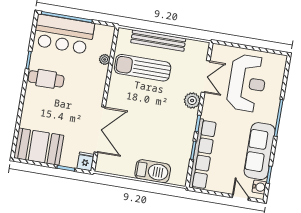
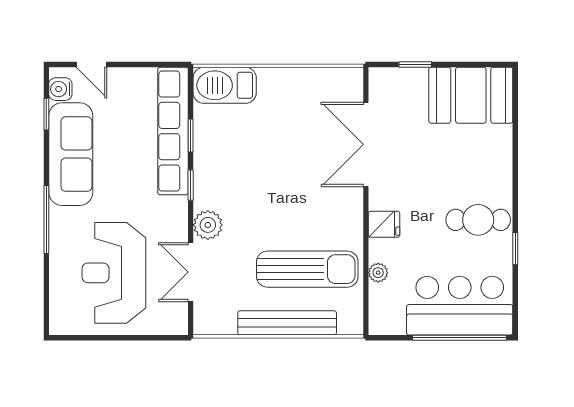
fridge: (85, 161) -> (384, 224), moved, turned -90
barbecue: (153, 171) -> (225, 85), moved

